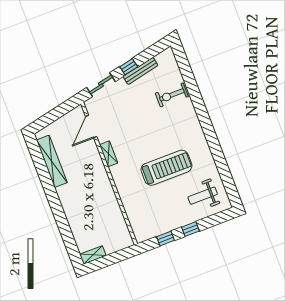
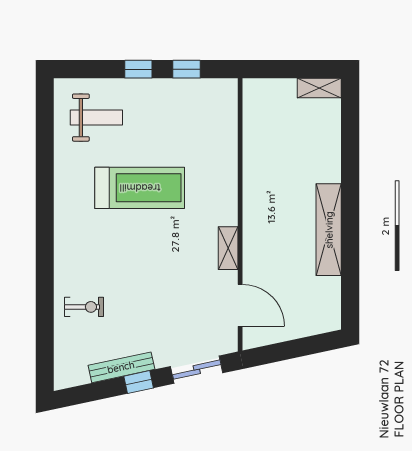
exercise bike: (172, 95) -> (84, 307), width x0.73, depth x0.72
door: (91, 126) -> (240, 305), hinge flipped
shelving: (52, 161) -> (329, 230), moved
treadmill: (166, 168) -> (140, 188), turned 180

